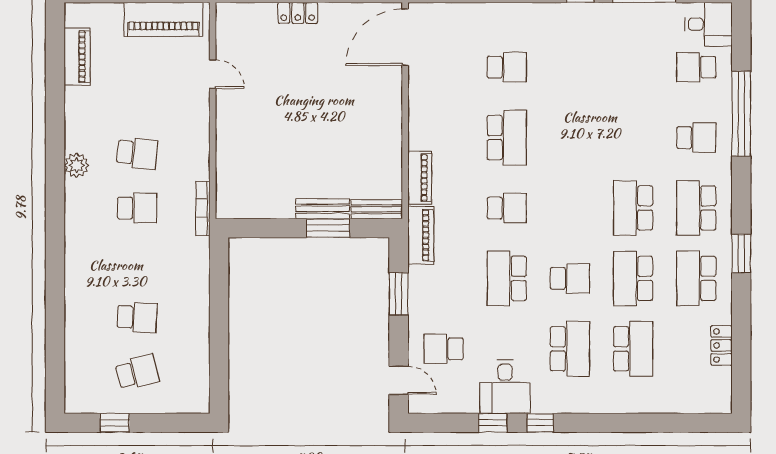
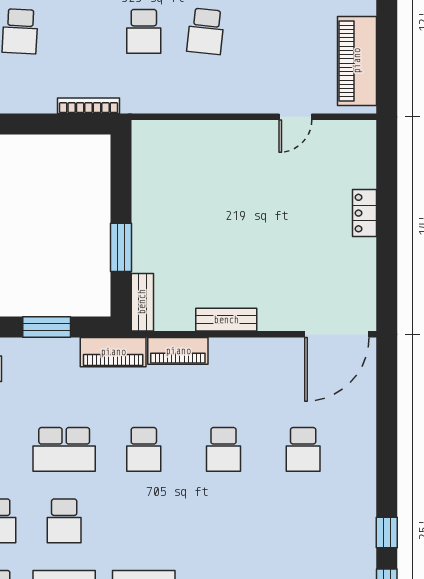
door: (405, 37) -> (337, 334), swing flipped
school desk: (507, 138) -> (223, 449), width x0.54
bookcase: (203, 208) -> (89, 106), moved
bench: (323, 209) -> (226, 320), moved, turned 90
school desk: (507, 278) -> (64, 449), turned 180

